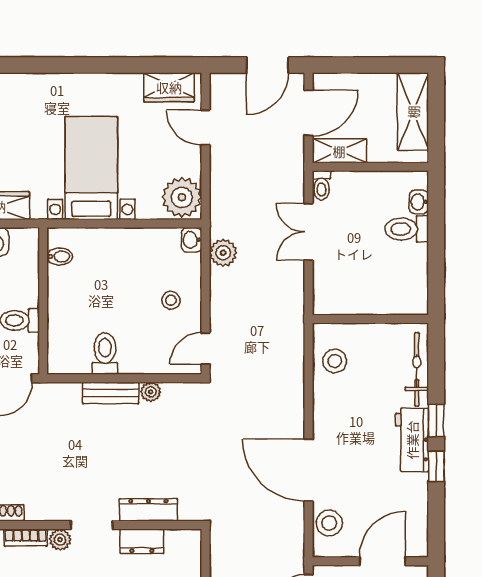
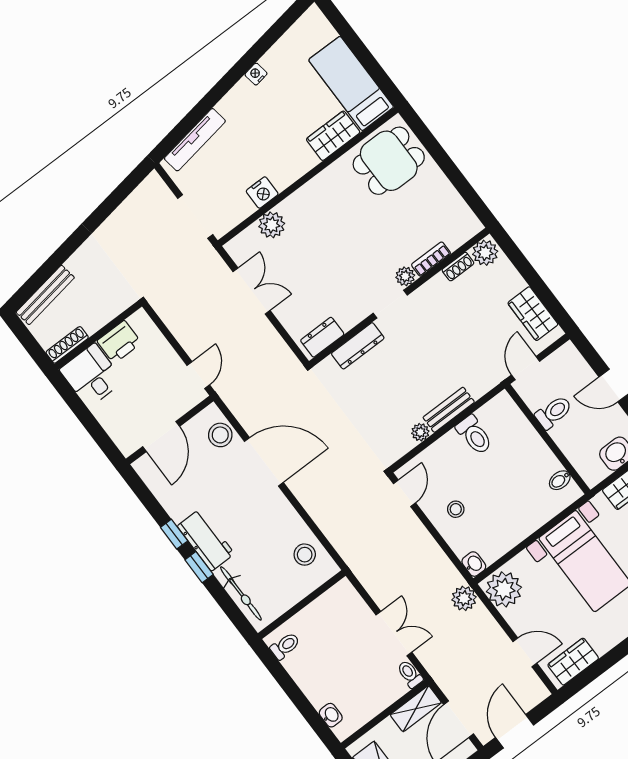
toilet: (407, 229) -> (285, 646), moved, width x0.73, depth x0.72
plant: (223, 253) -> (464, 598), moved
dresser: (142, 541) -> (322, 337), moved

